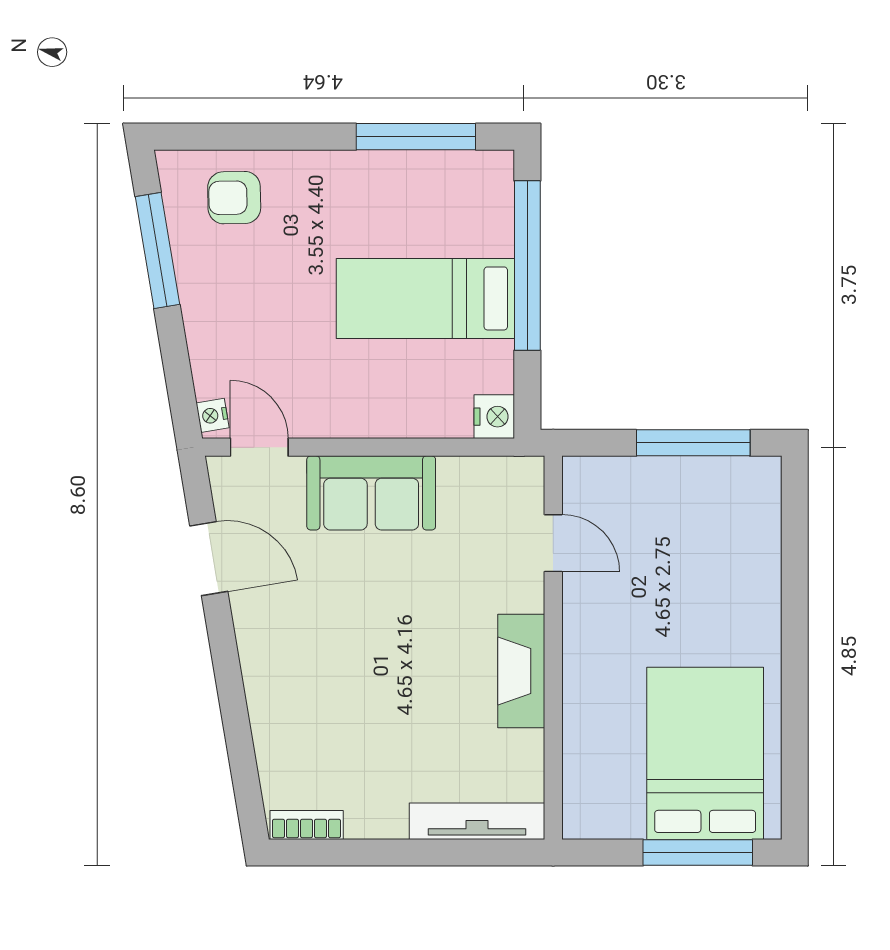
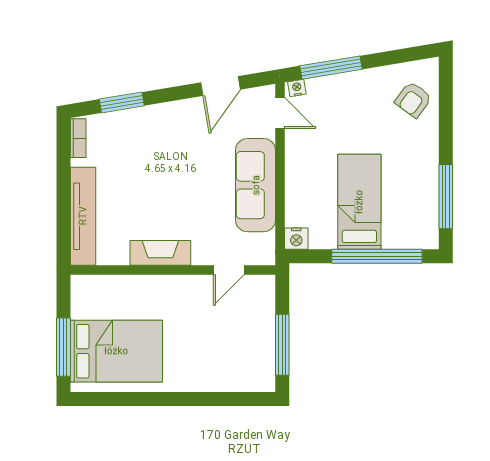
armchair: (234, 198) -> (413, 100), turned -143
window: (157, 250) -> (331, 68), moved
door: (259, 447) -> (280, 113), hinge flipped
sofa: (371, 493) -> (256, 185), width x1.36
window: (240, 743) -> (122, 102), added
tv unit: (477, 821) -> (83, 216), width x1.36, depth x1.29

